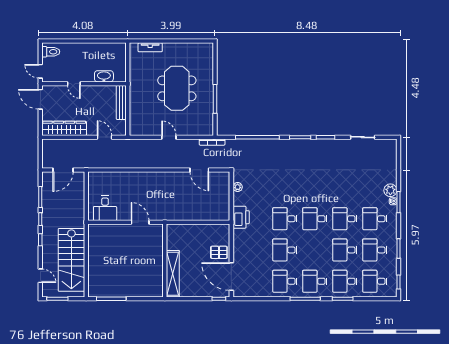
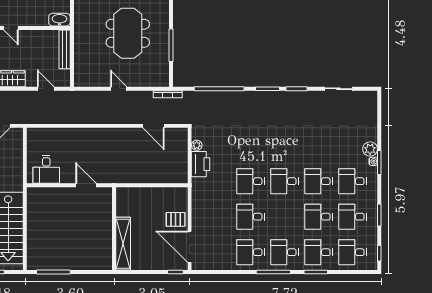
washbasin: (104, 76) -> (59, 20), moved
printer: (241, 217) -> (201, 164), moved

